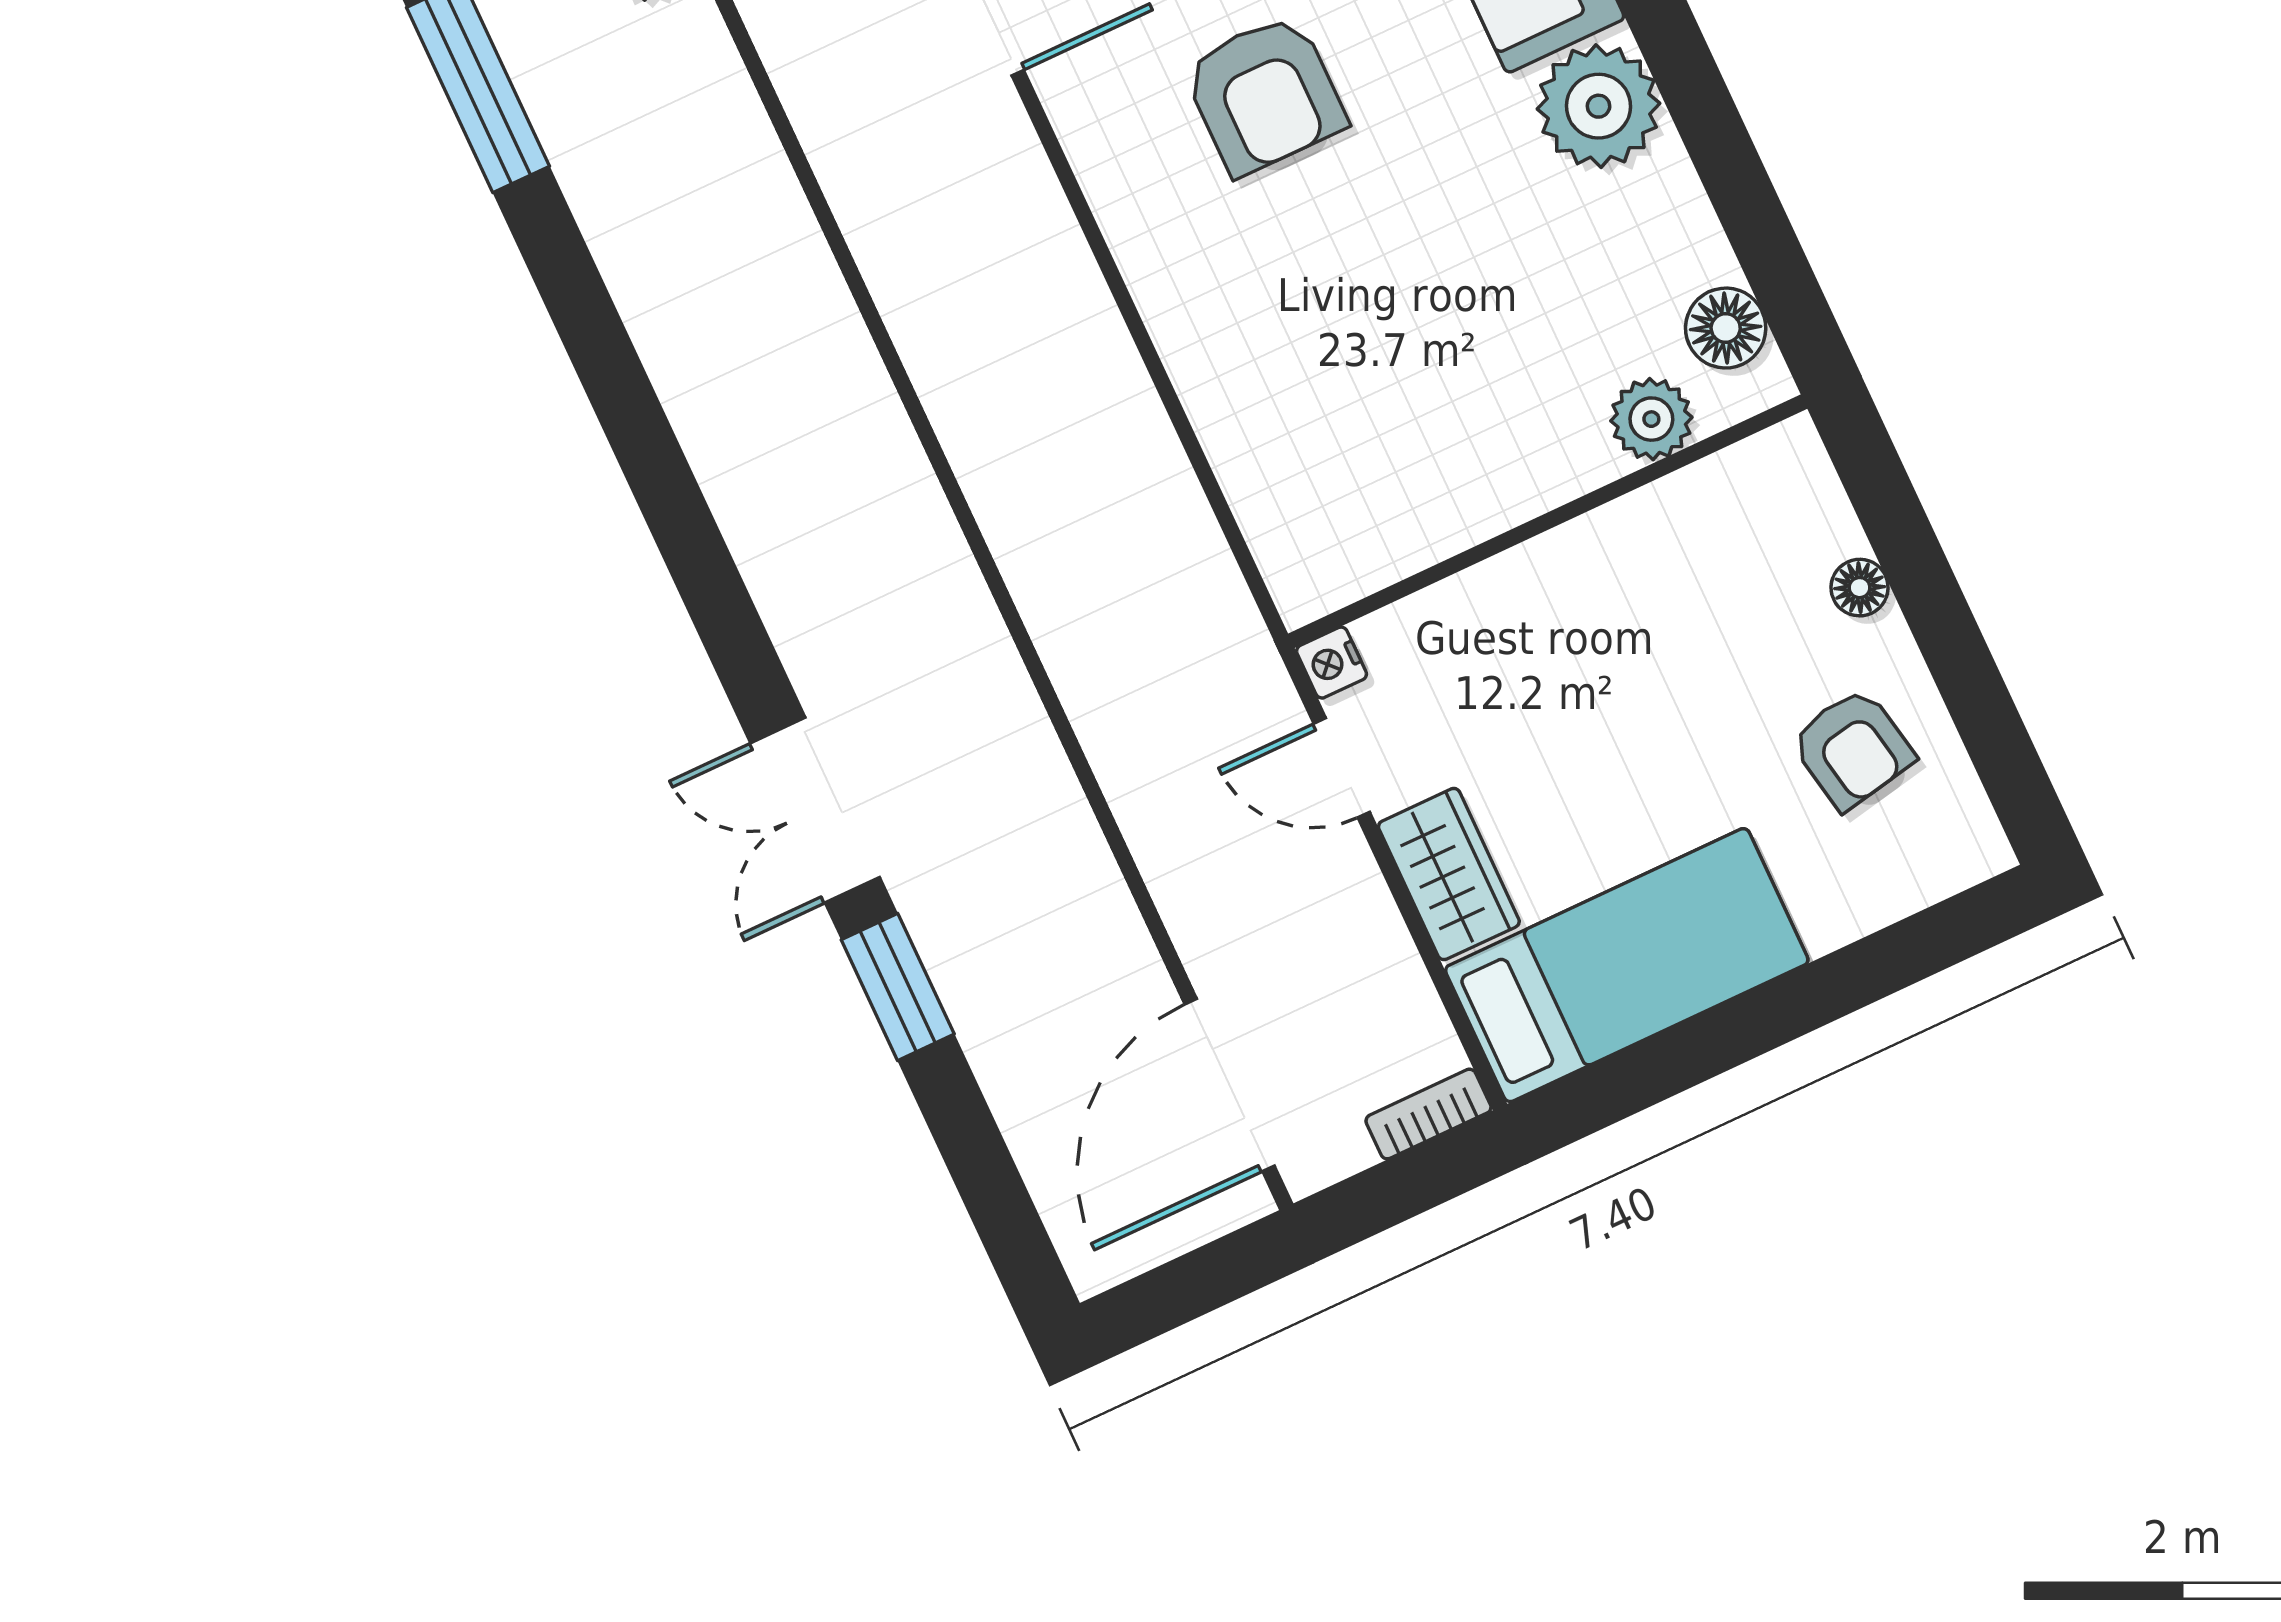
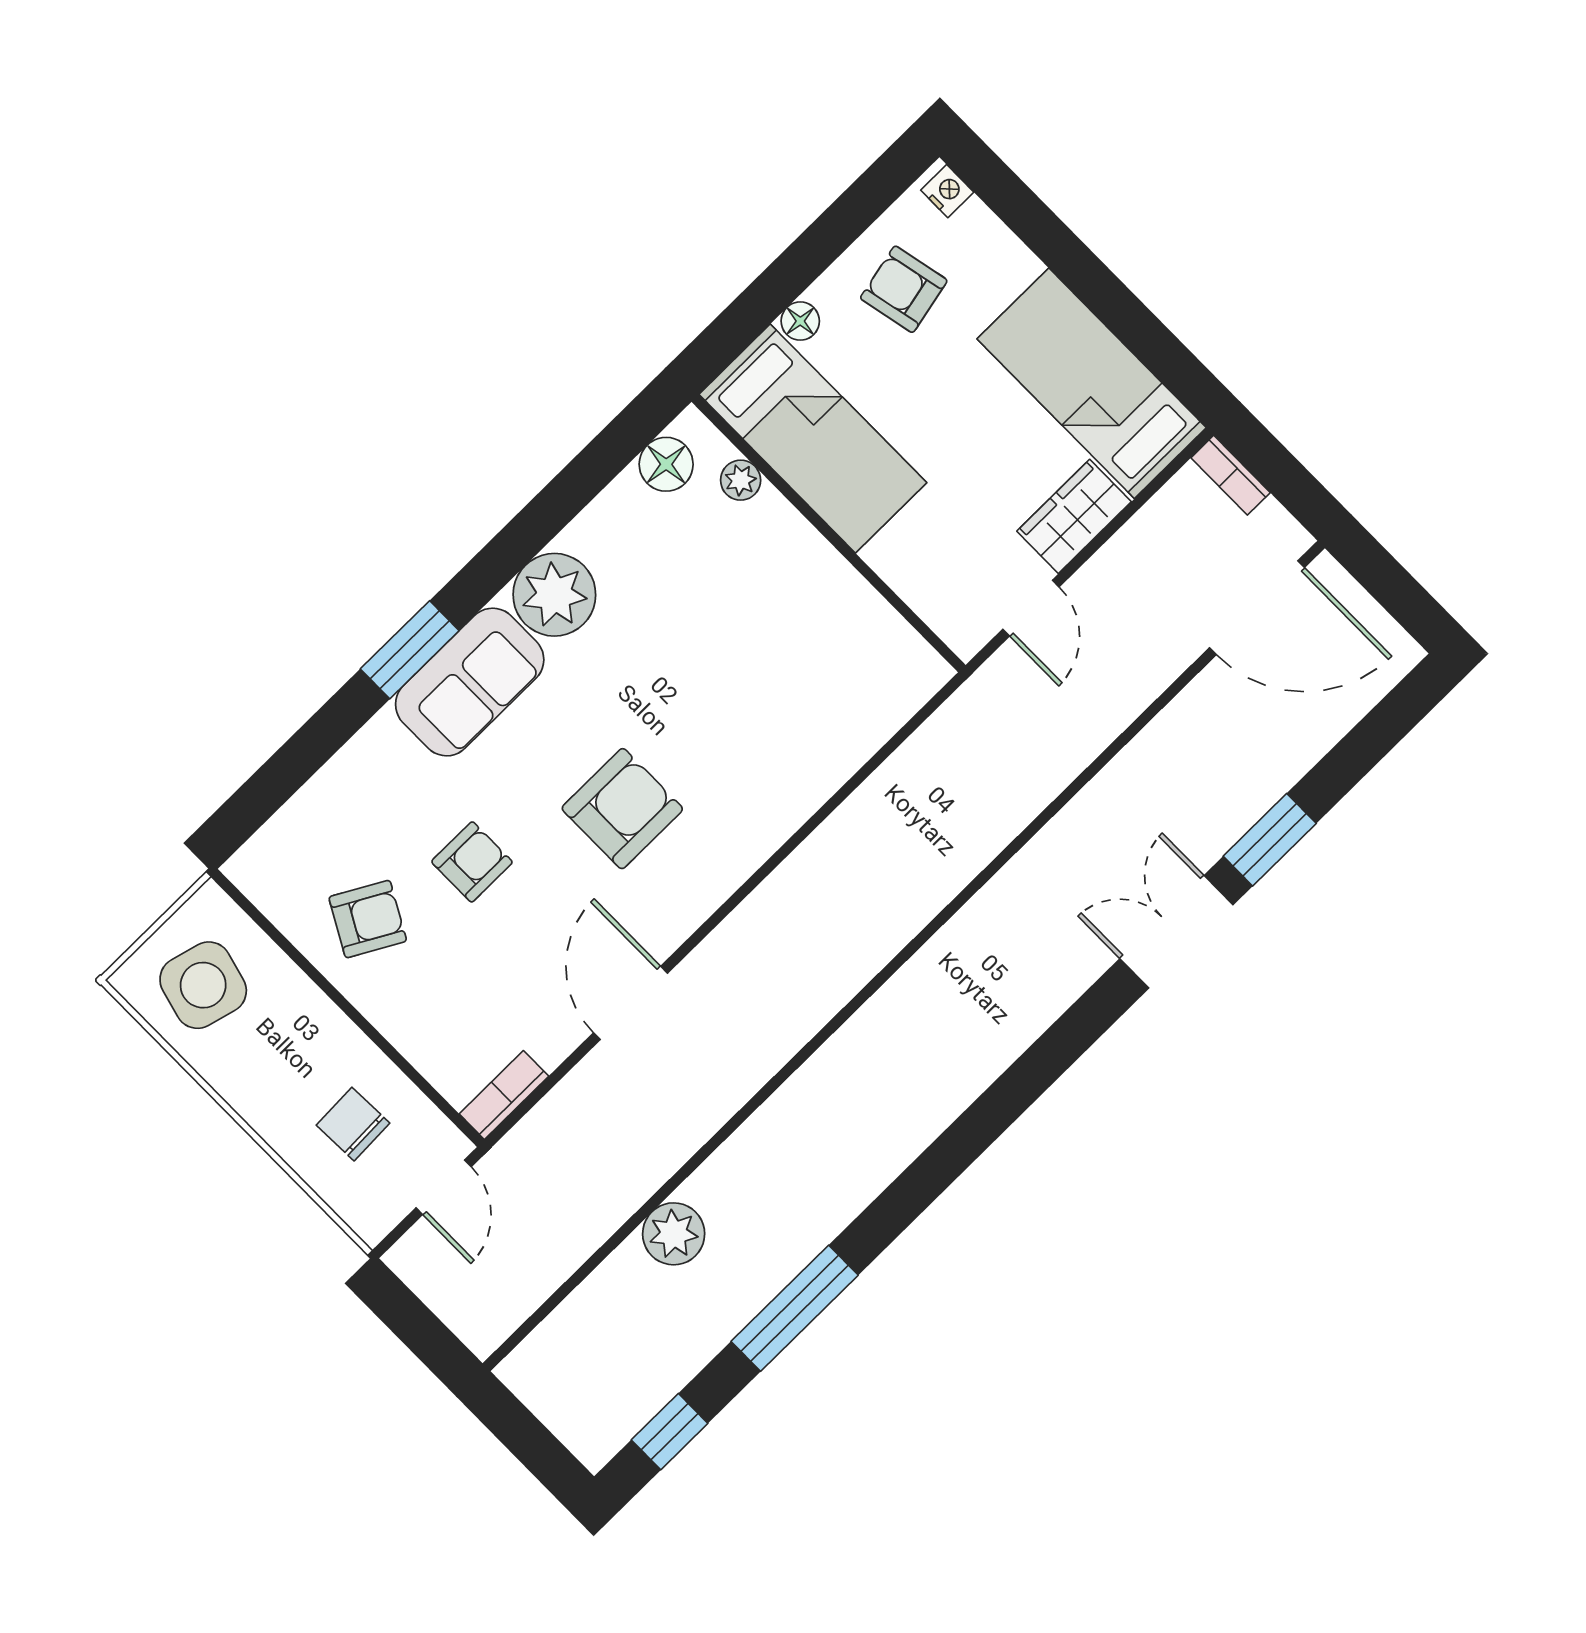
plant: (1651, 419) -> (741, 480), width x0.73, depth x0.73
bed: (1689, 547) -> (813, 438), added
nightstand: (1332, 663) -> (947, 191), moved, turned -90
armchair: (1852, 749) -> (904, 289), turned -91
double door: (815, 810) -> (1176, 932), swing flipped

